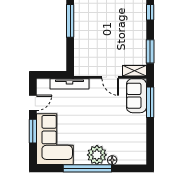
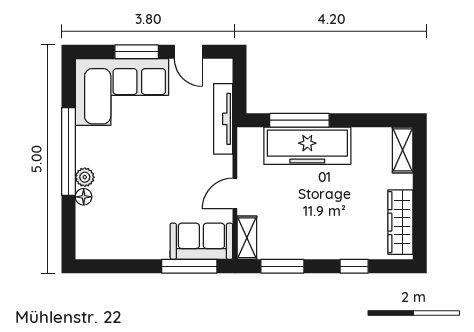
window: (70, 21) -> (299, 120), moved
freezer: (84, 38) -> (307, 146), added
plant: (97, 155) -> (85, 177), width x0.53, depth x0.53

